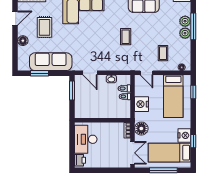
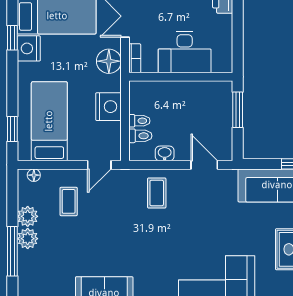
plant: (185, 21) -> (28, 216), moved
coffee table: (126, 37) -> (157, 193), moved
door: (146, 73) -> (99, 165), swing flipped
window: (72, 90) -> (238, 110), moved
desk: (86, 139) -> (185, 52), moved, turned 90

